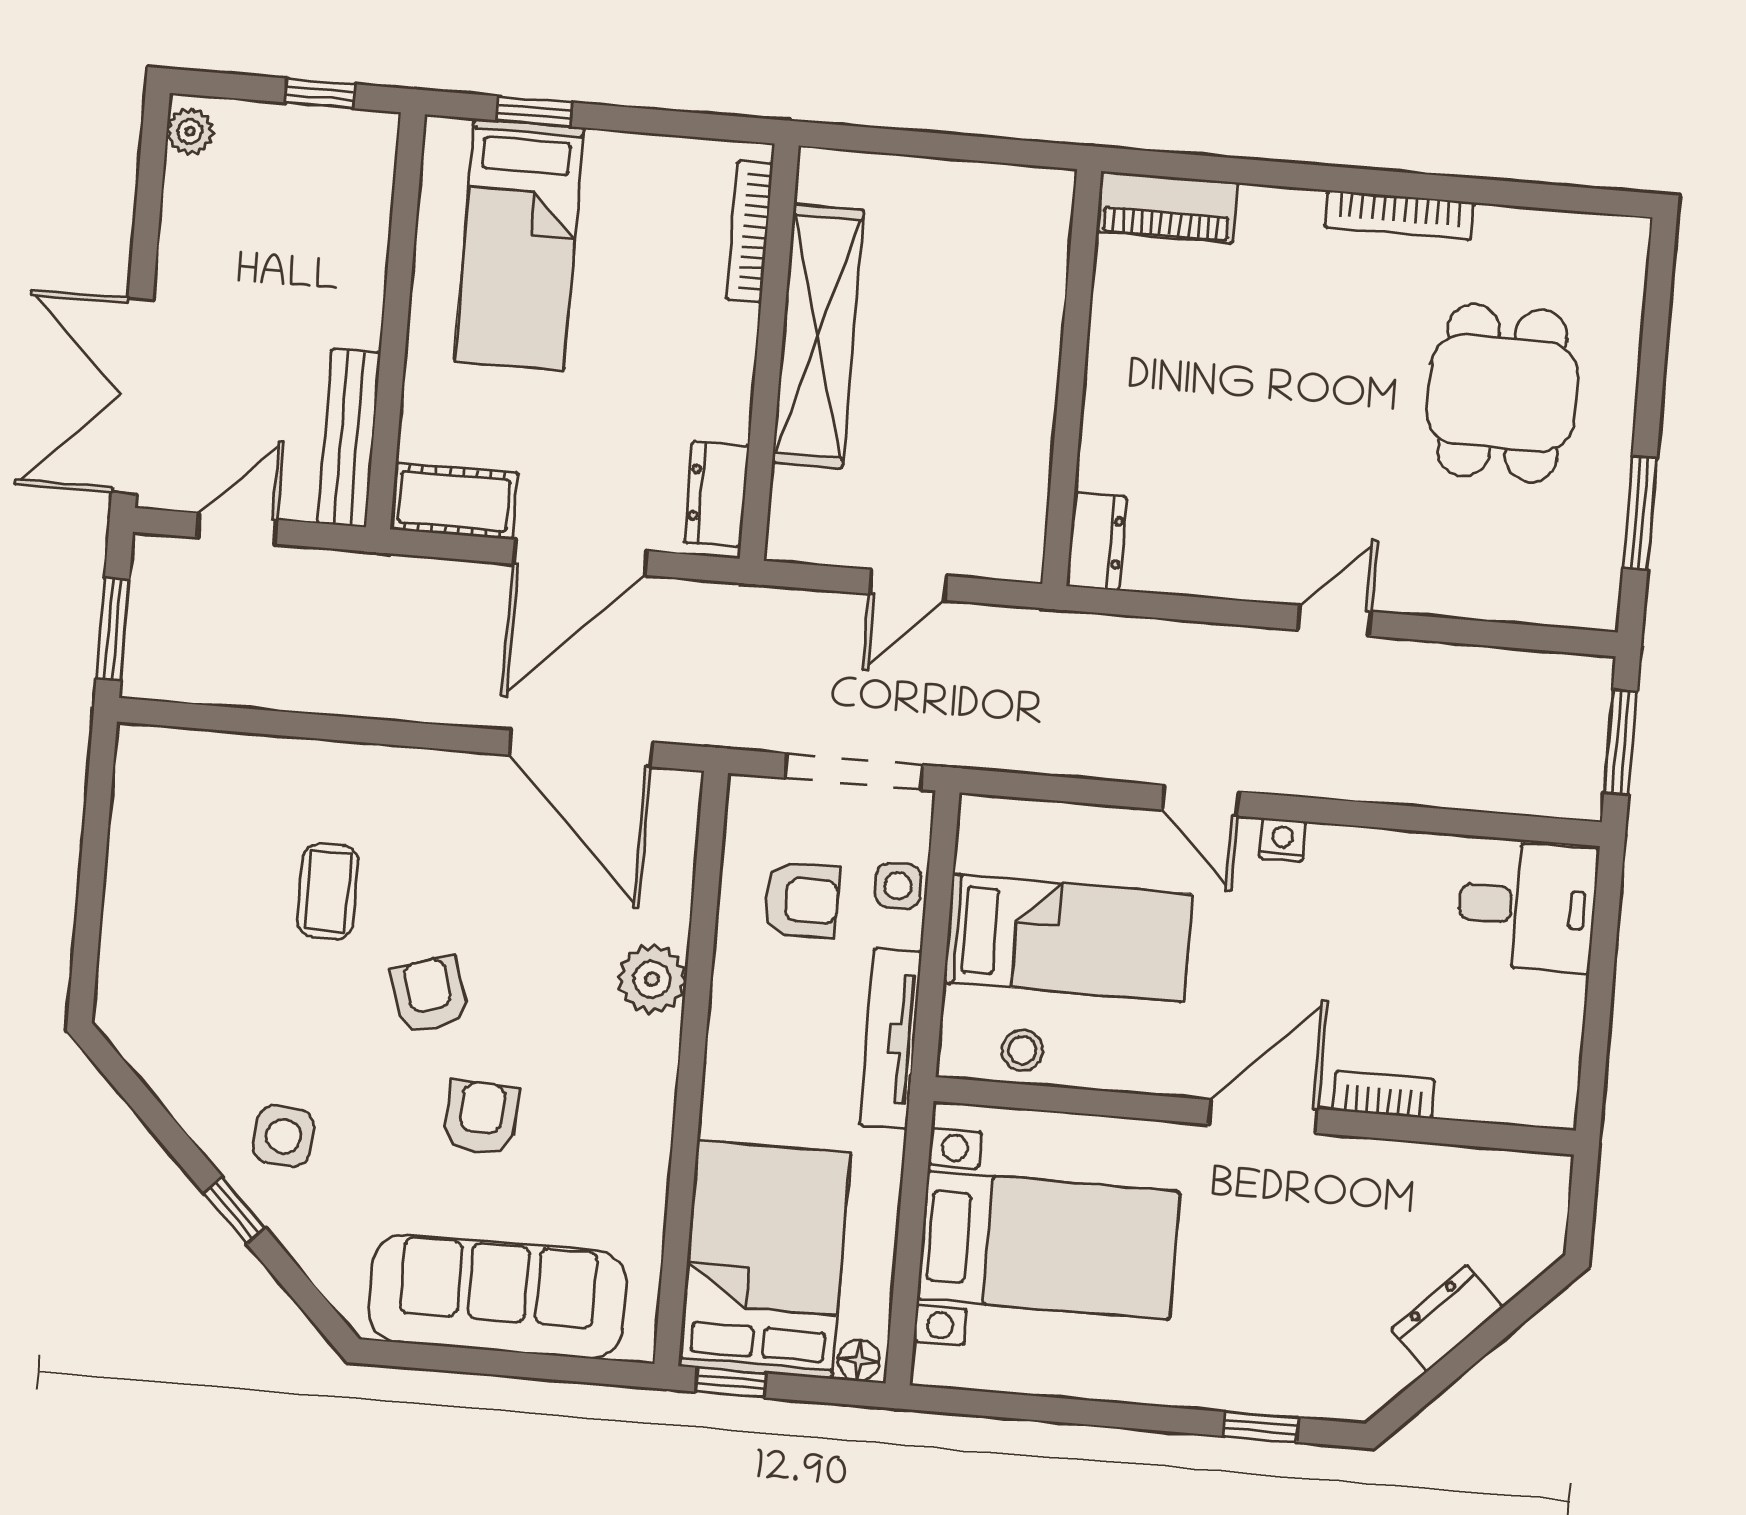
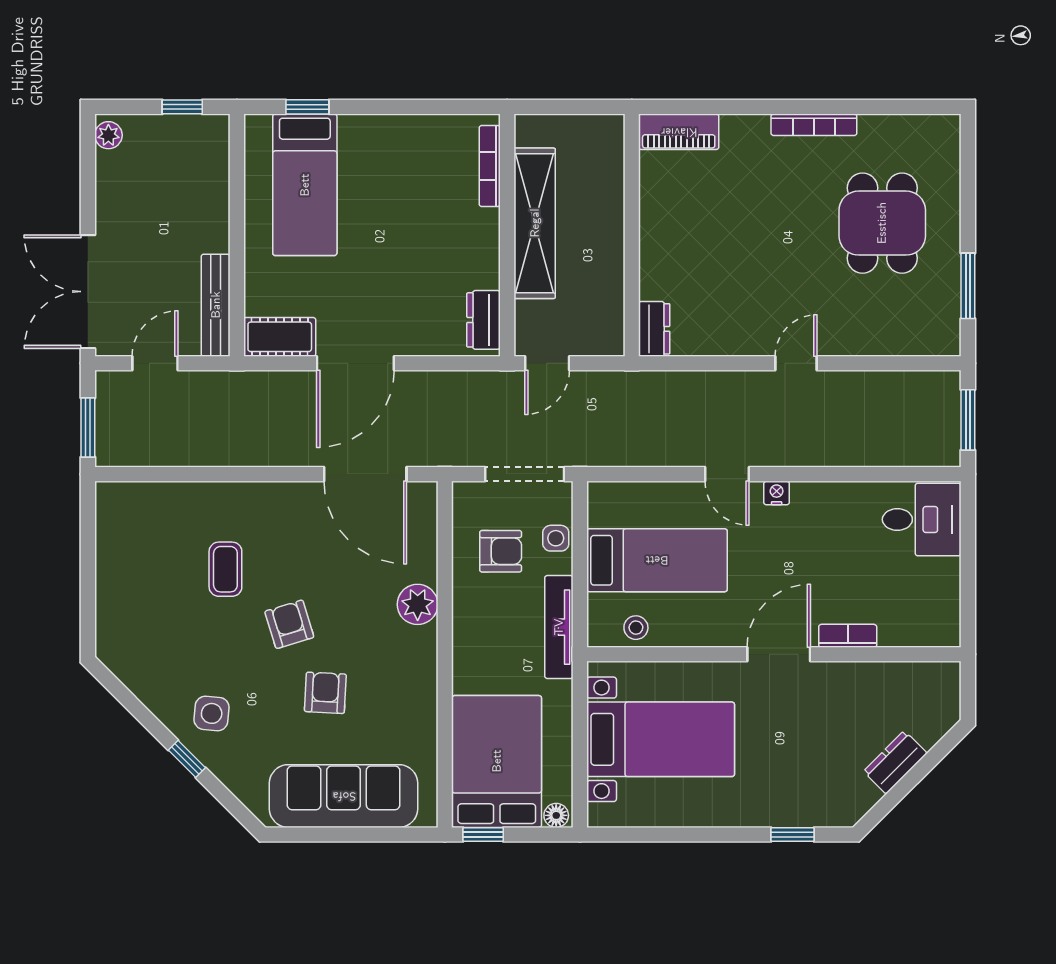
bookcase: (749, 231) -> (490, 166), moved
shelving: (818, 336) -> (535, 223), moved
wall: (769, 352) -> (507, 235), moved
dresser: (717, 494) -> (484, 320), moved

